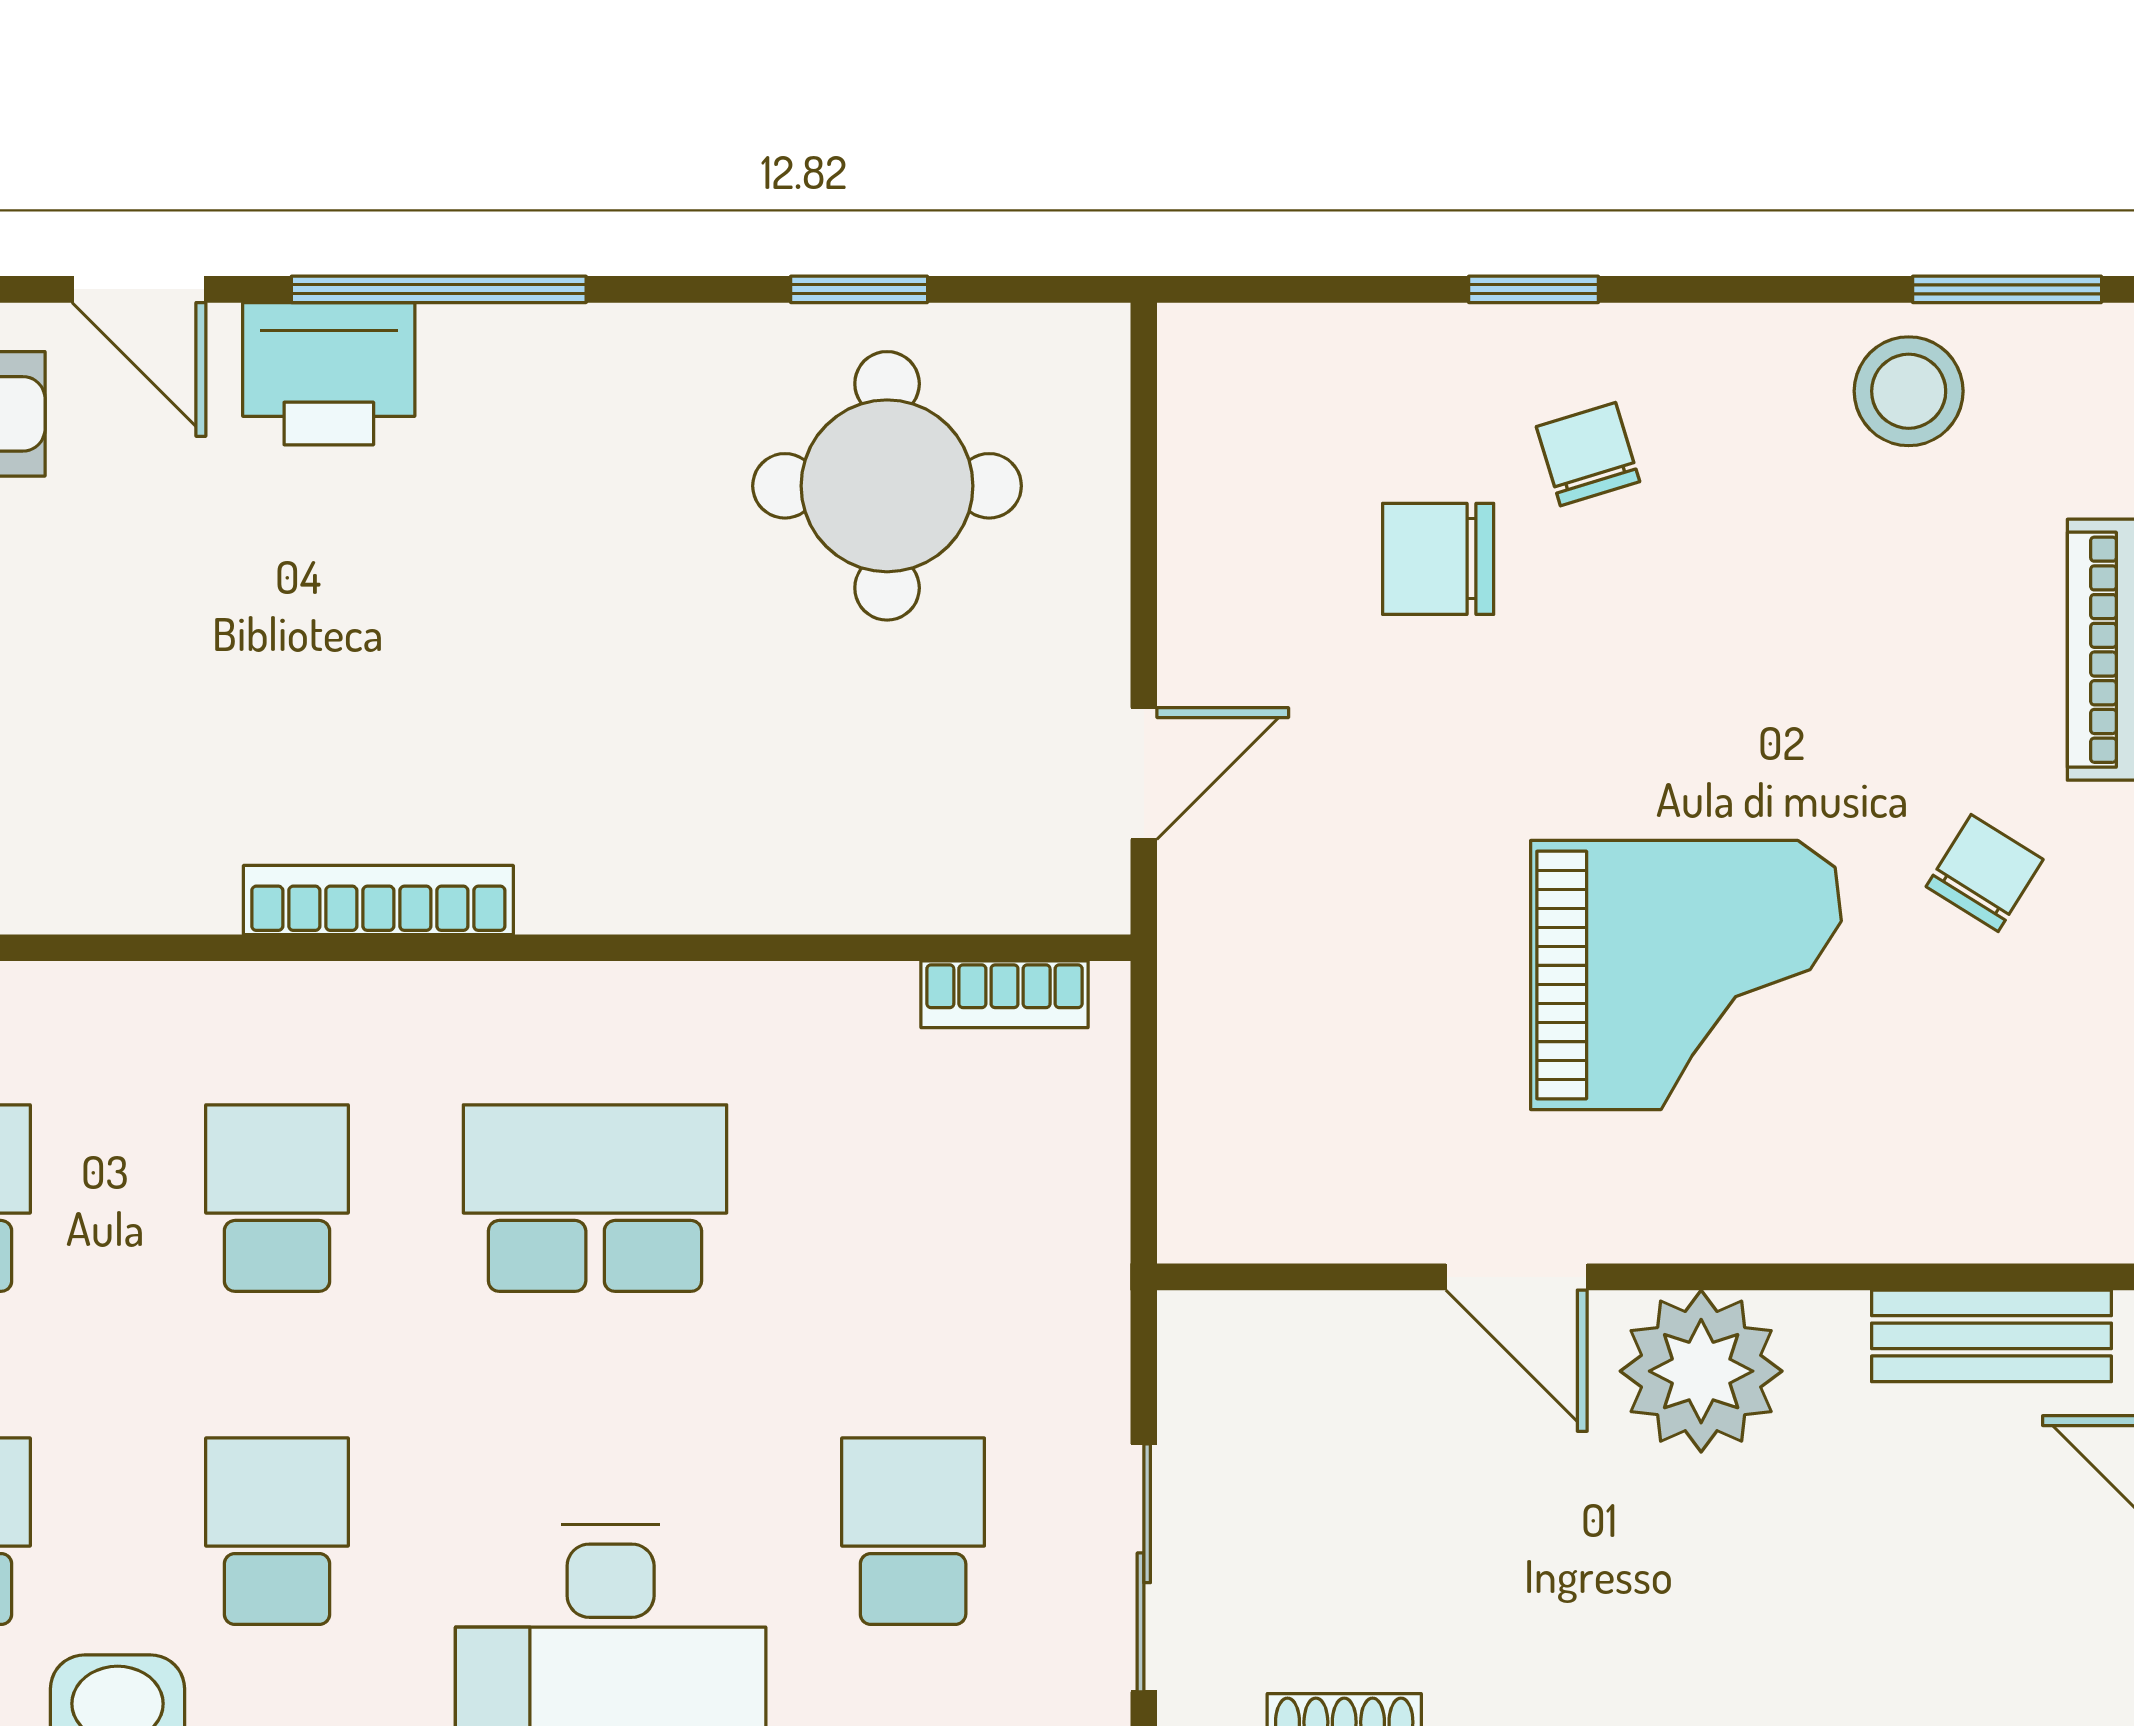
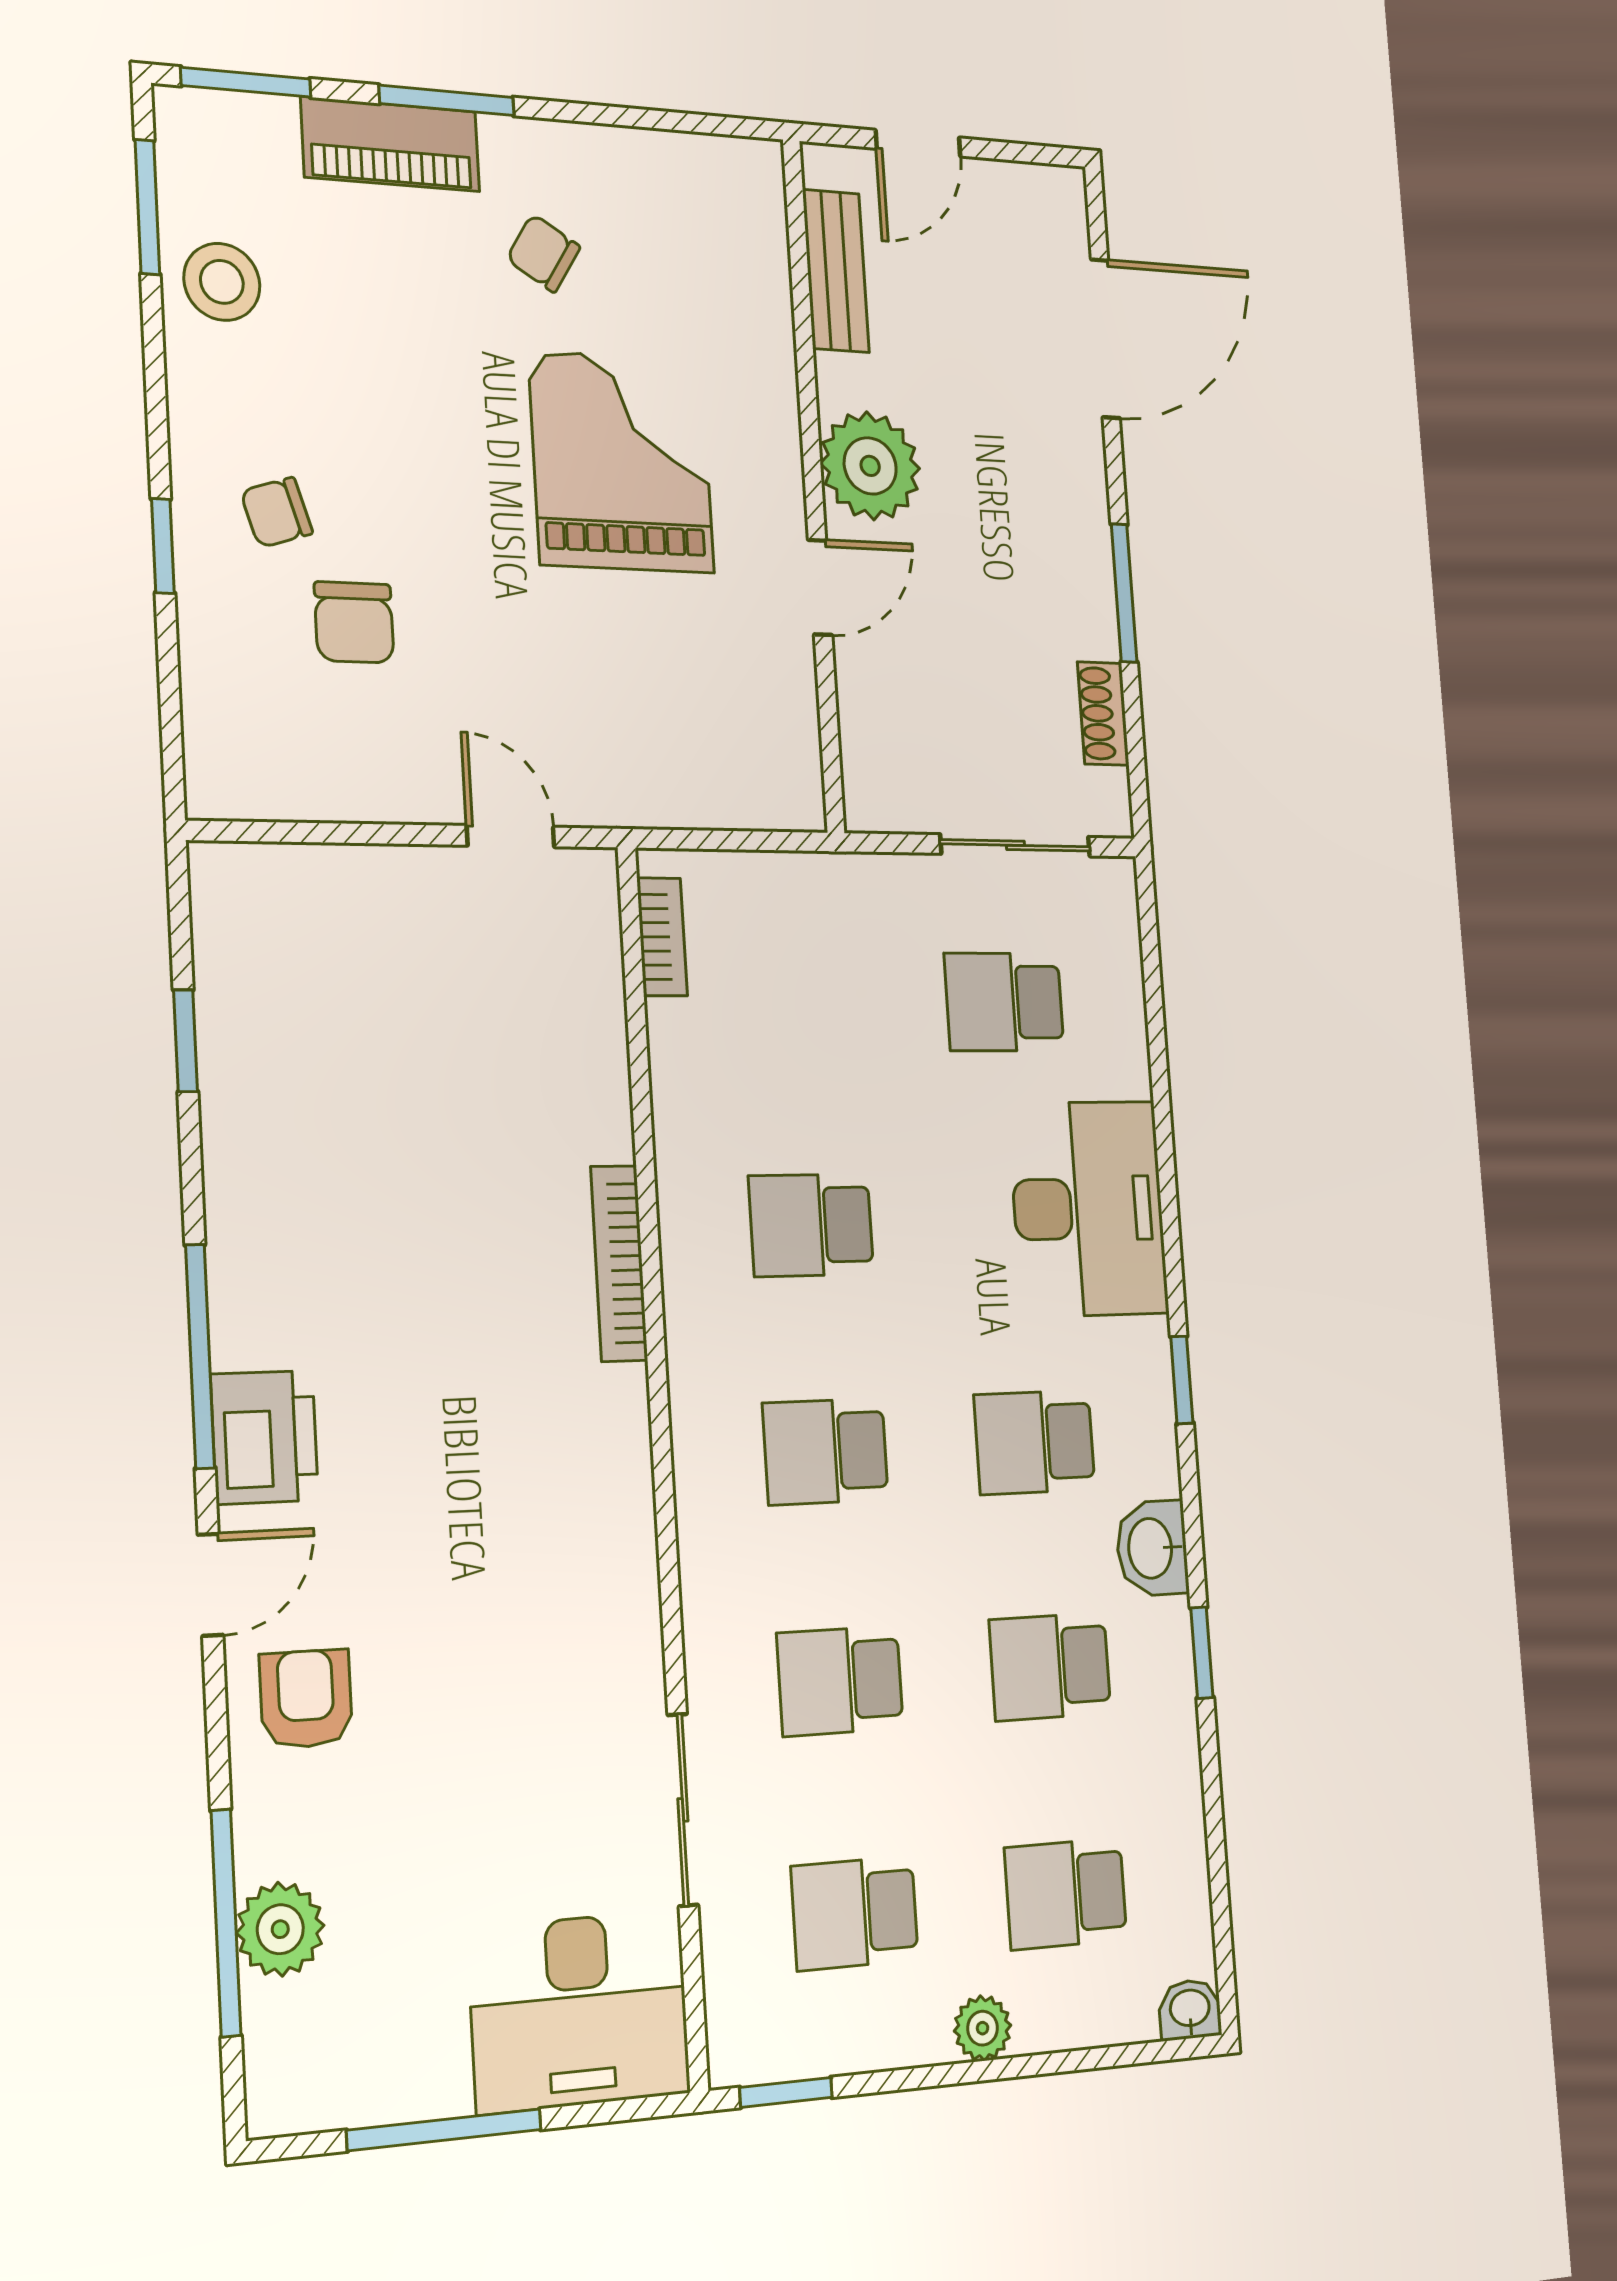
round table: (887, 486) -> (324, 1020), removed
bookcase: (378, 900) -> (619, 1263), moved
school desk: (595, 1198) -> (811, 1225), width x0.54

